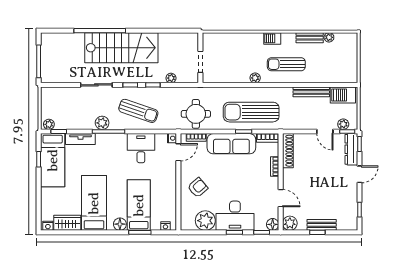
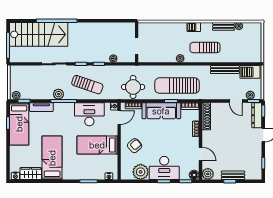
stairs: (121, 48) -> (39, 34), moved
desk: (141, 148) -> (89, 114), width x1.37
bed: (139, 205) -> (97, 145), moved, turned -90
floor lamp: (120, 224) -> (73, 175), removed

